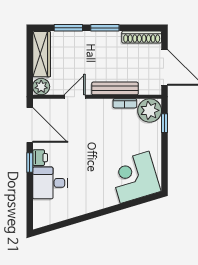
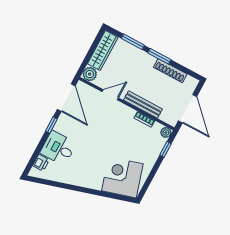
shoe rack: (142, 37) -> (170, 71), moved
plant: (150, 110) -> (166, 132), width x0.53, depth x0.53
printer: (40, 158) -> (41, 163), moved

